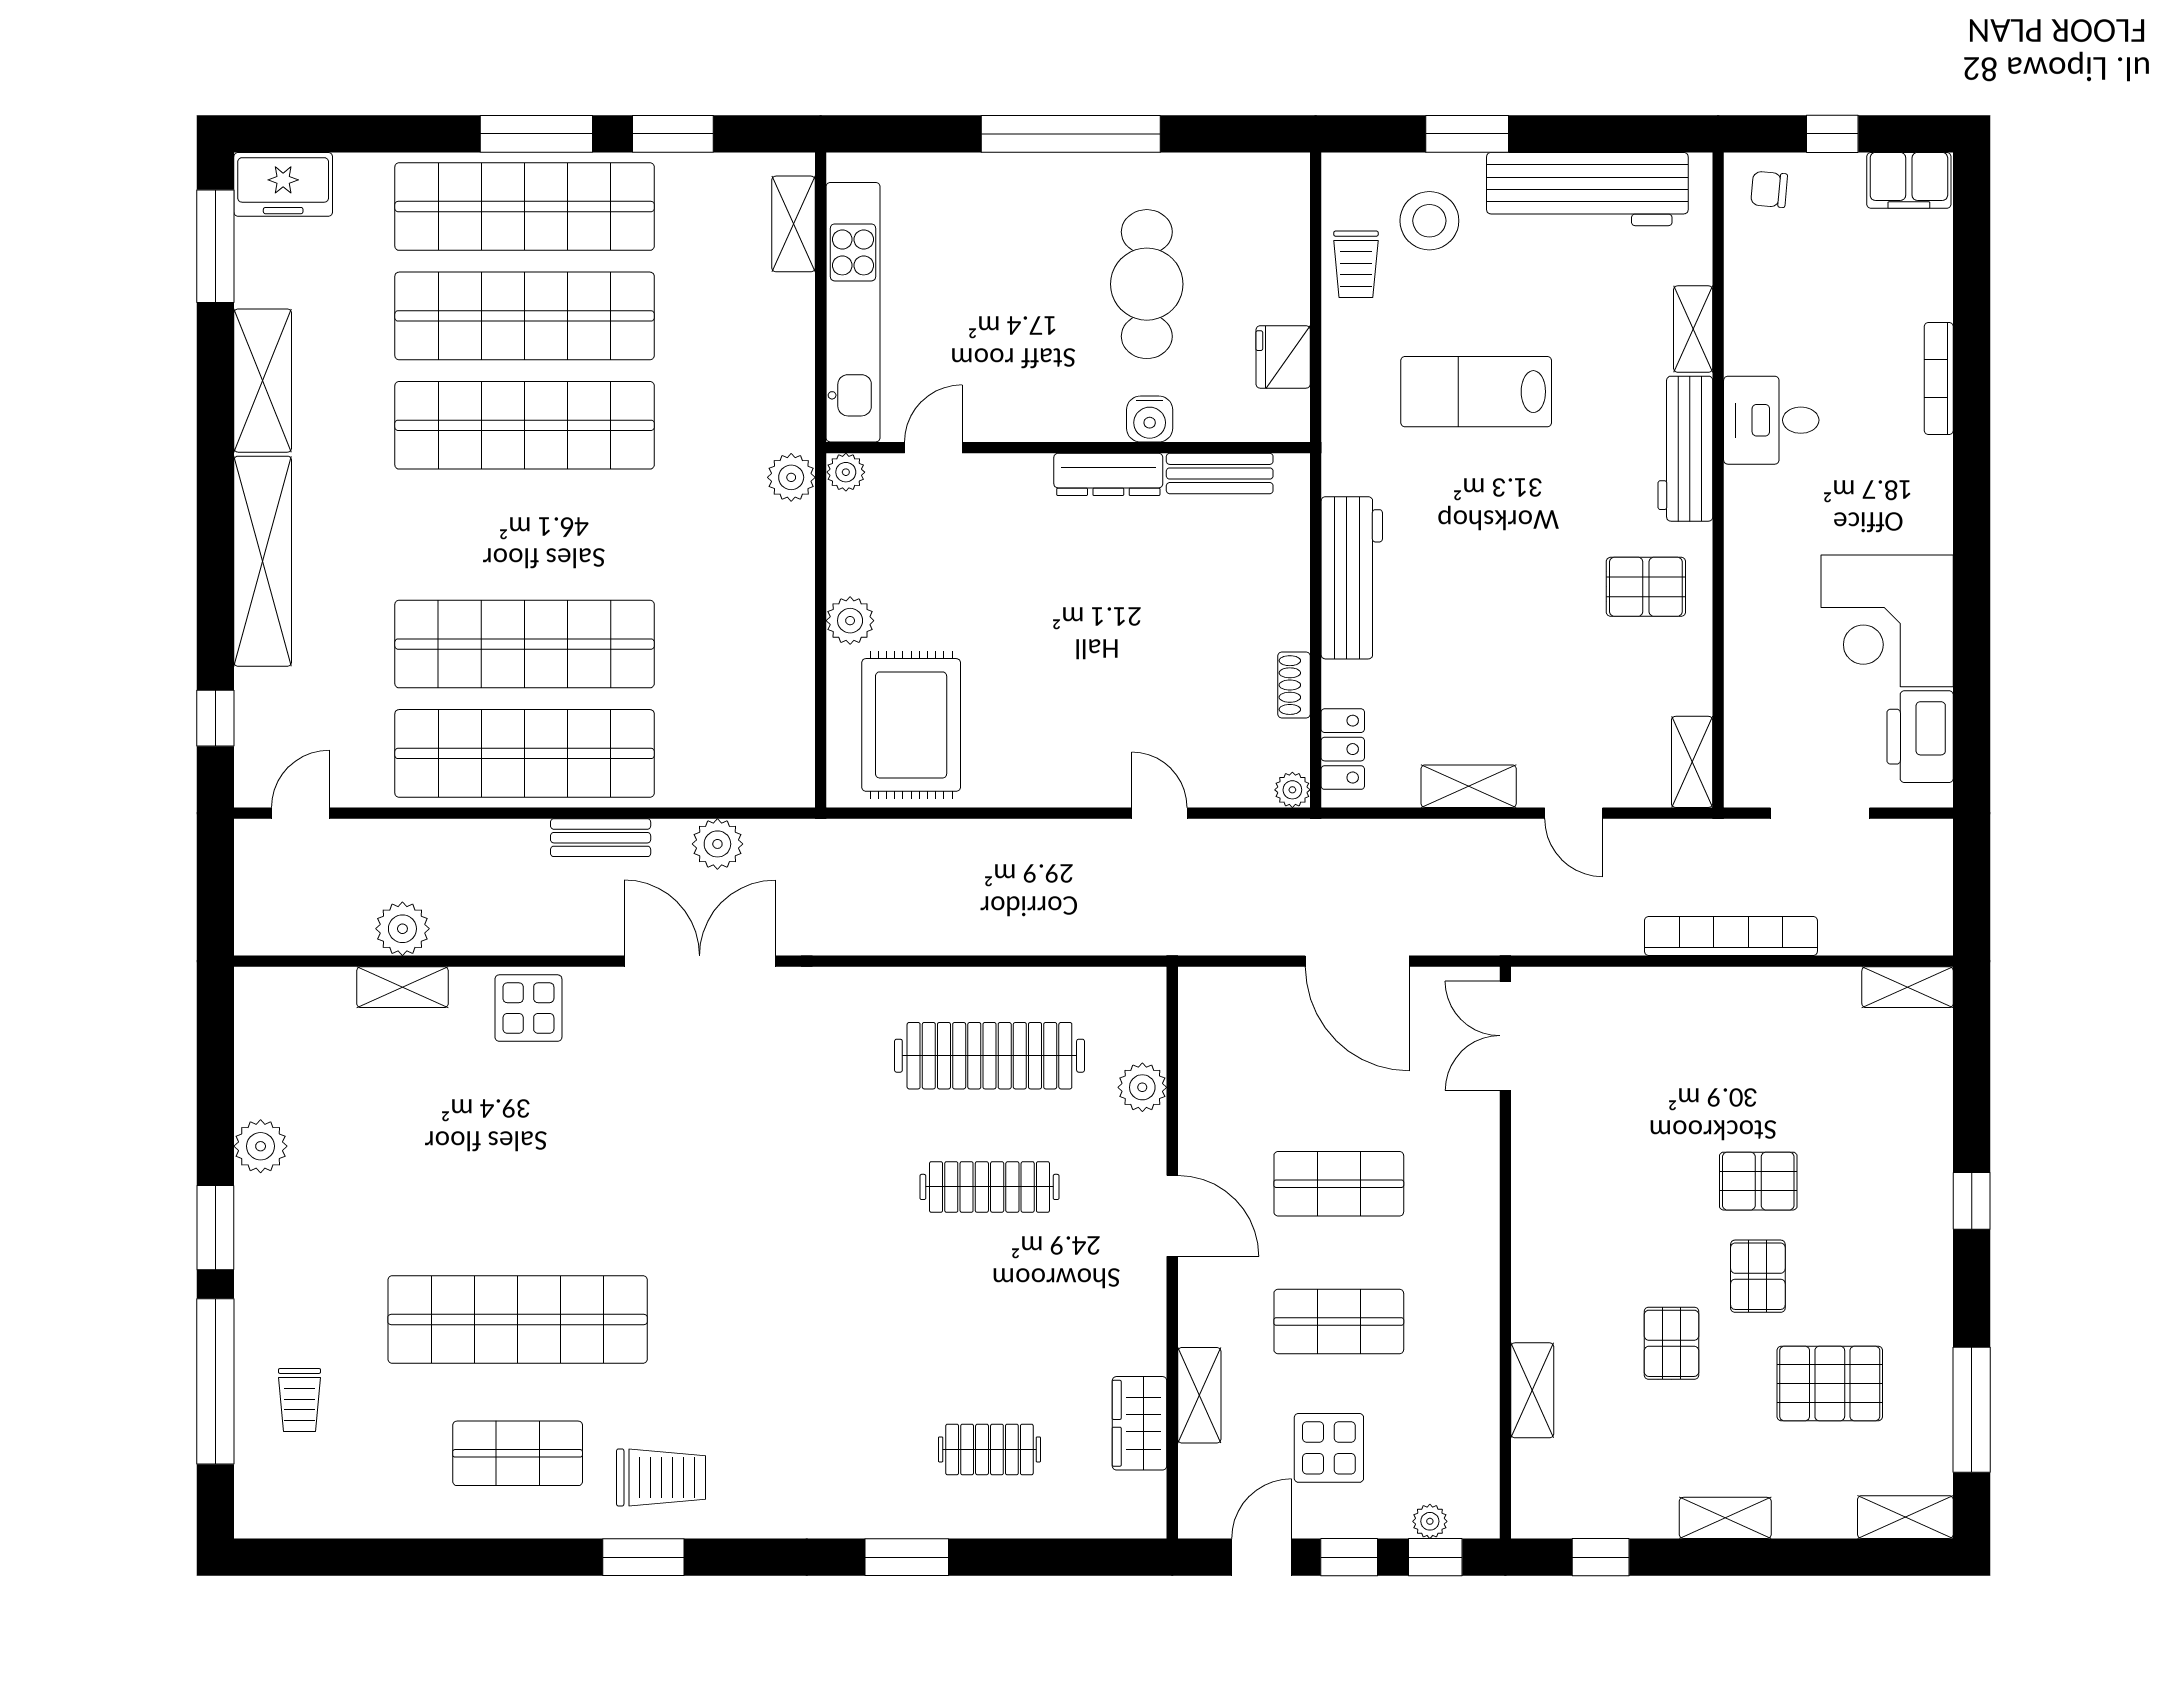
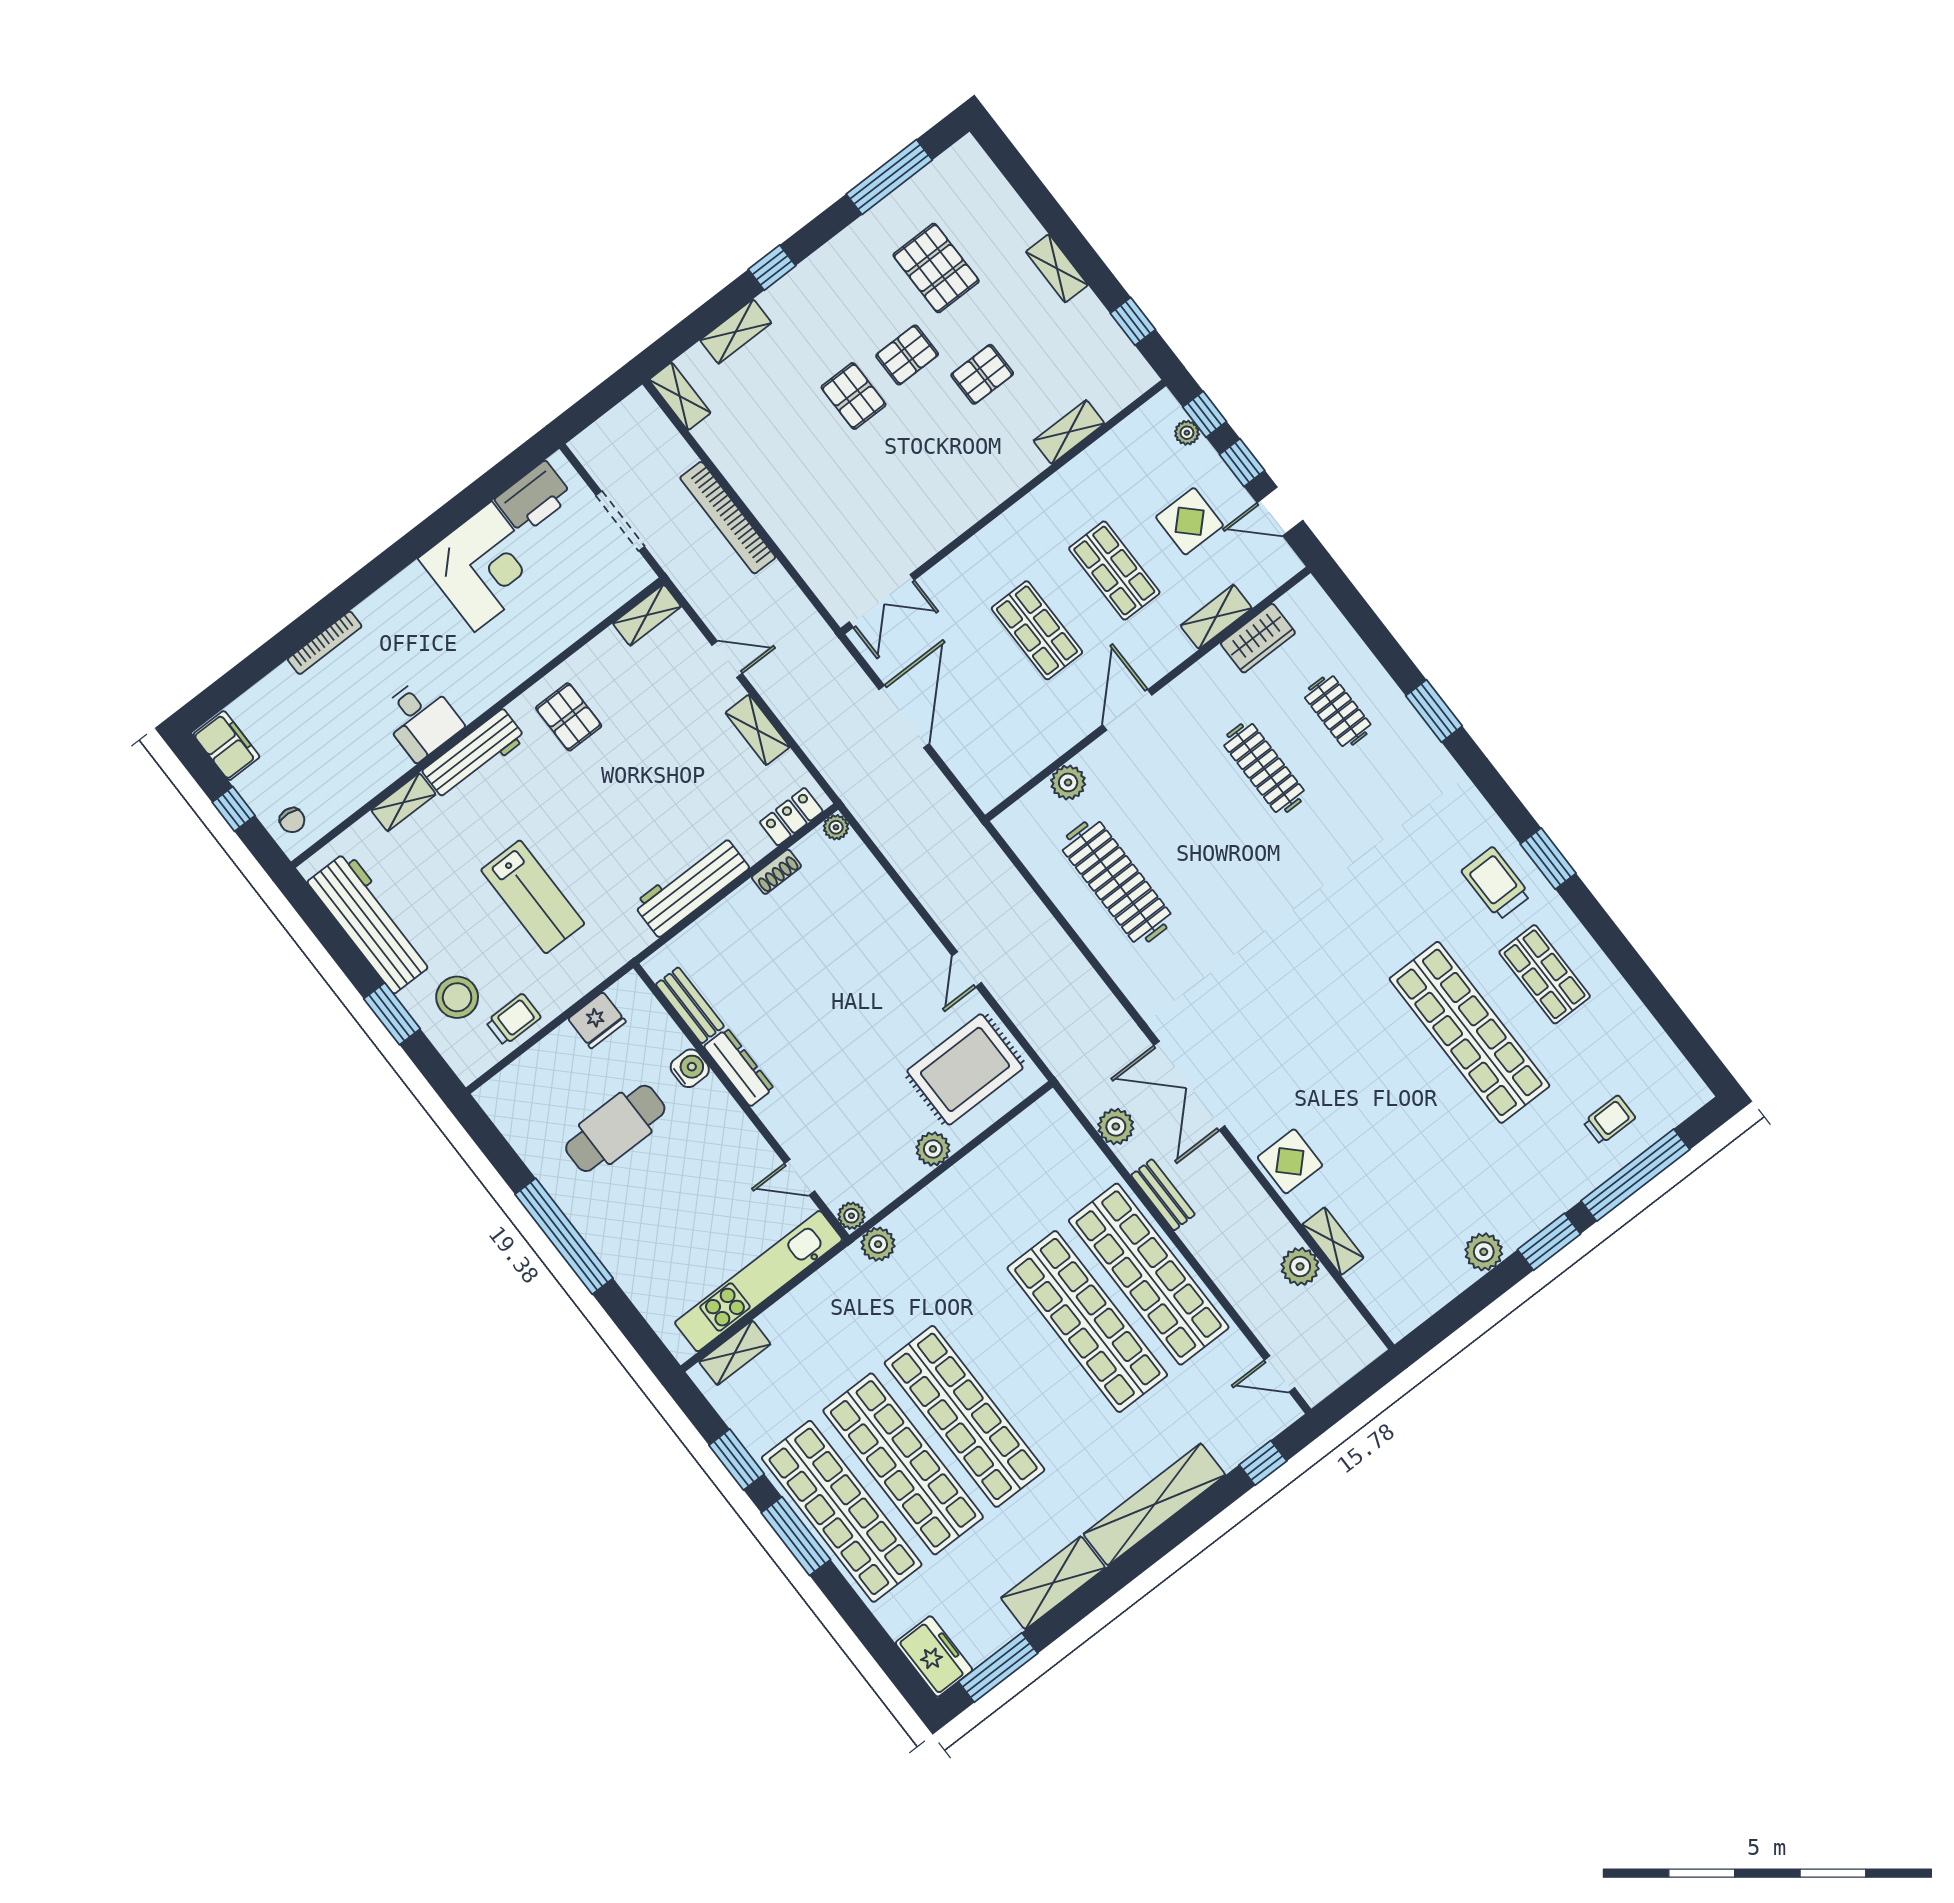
door: (1159, 813) -> (967, 969), moved
door: (1574, 813) -> (727, 659), hinge flipped
clothes rail: (989, 1187) -> (1264, 768), moved
shelving: (1905, 1517) -> (736, 331), moved, turned 90

